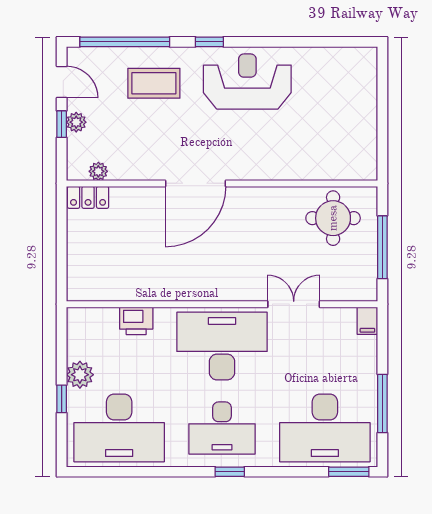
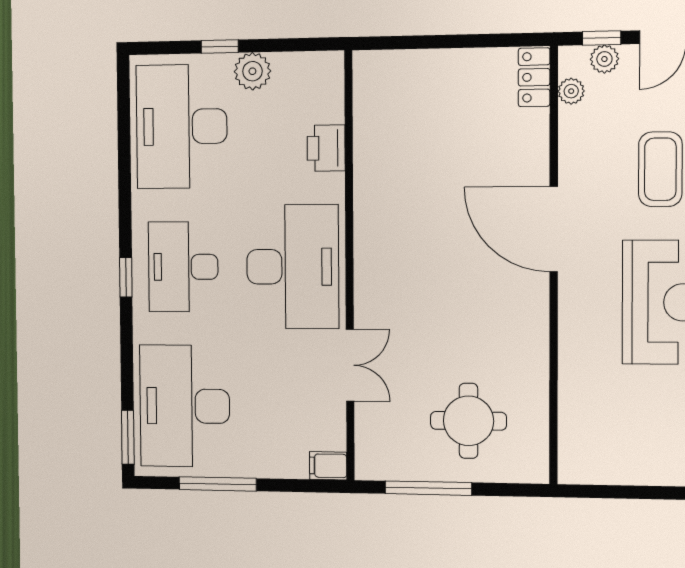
plant: (98, 171) -> (571, 91), moved
door: (195, 183) -> (554, 229), moved
wall: (222, 183) -> (554, 266), moved
locker: (88, 197) -> (534, 77), moved

